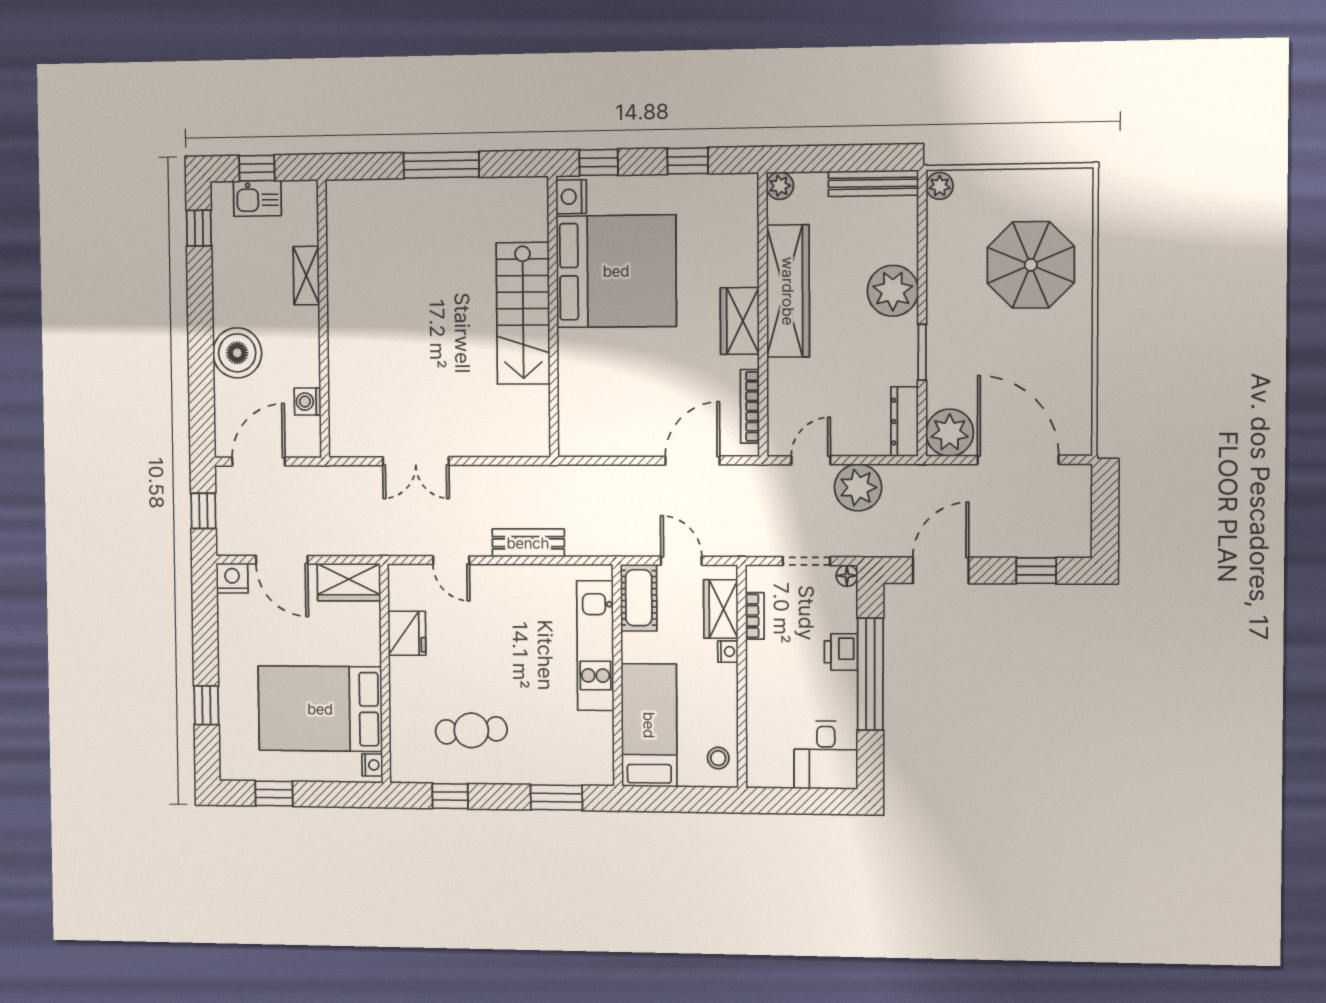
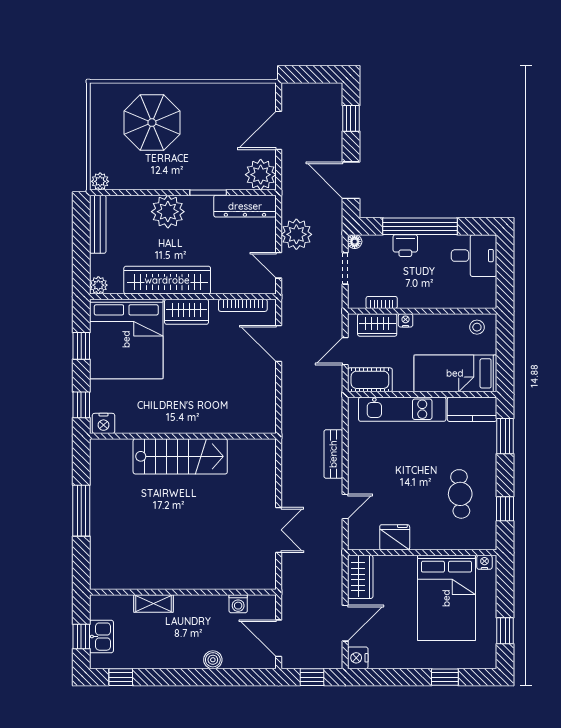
bed: (616, 271) -> (126, 339), moved, turned 180
boiler: (237, 353) -> (213, 660), width x0.54, depth x0.54
dresser: (904, 422) -> (245, 206), width x1.37, depth x1.24
door: (1018, 460) -> (279, 130), width x0.73
kitchen counter: (596, 749) -> (472, 409), added

